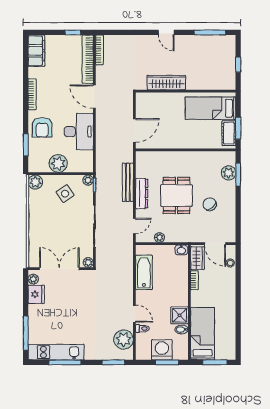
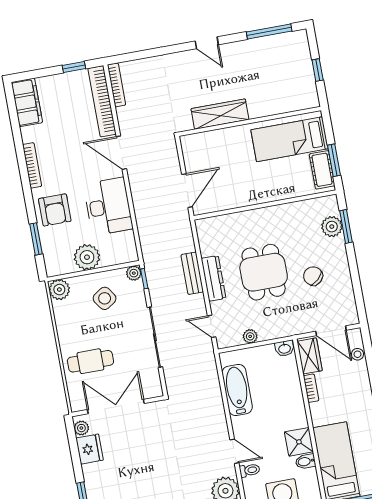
bench: (128, 182) -> (192, 273), width x0.73
door: (134, 226) -> (212, 326), swing flipped
cafe table: (48, 235) -> (90, 361), added
plant: (88, 262) -> (155, 390), removed

